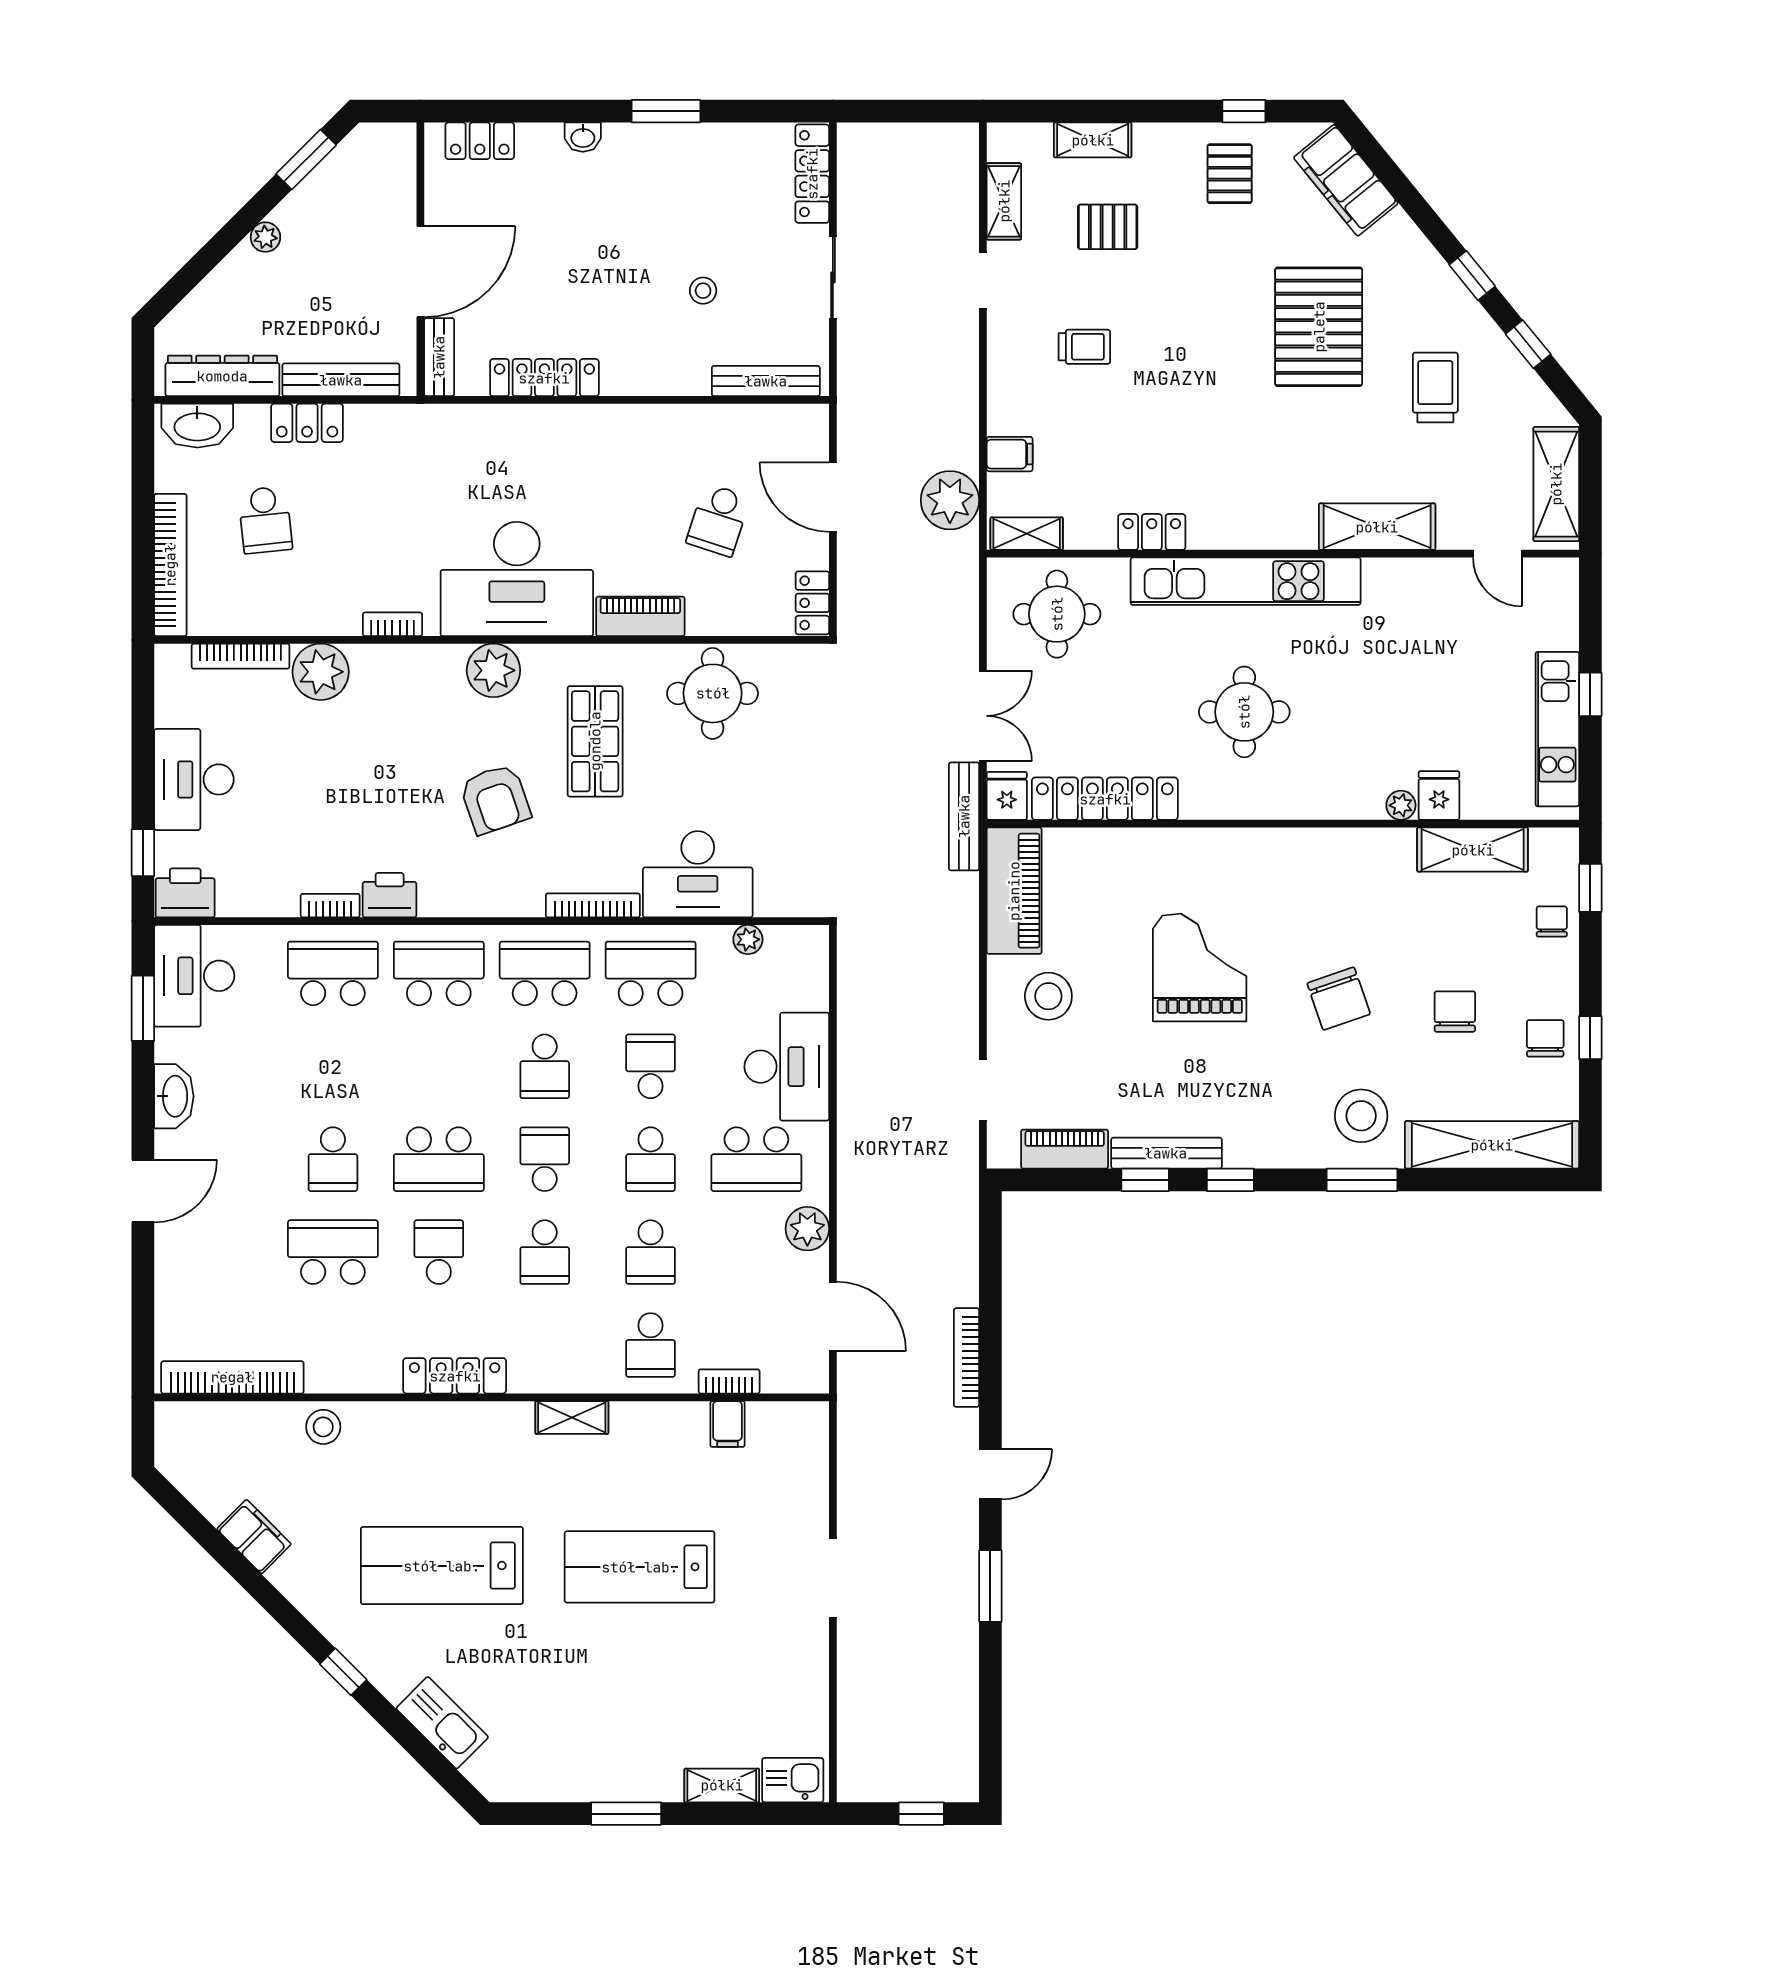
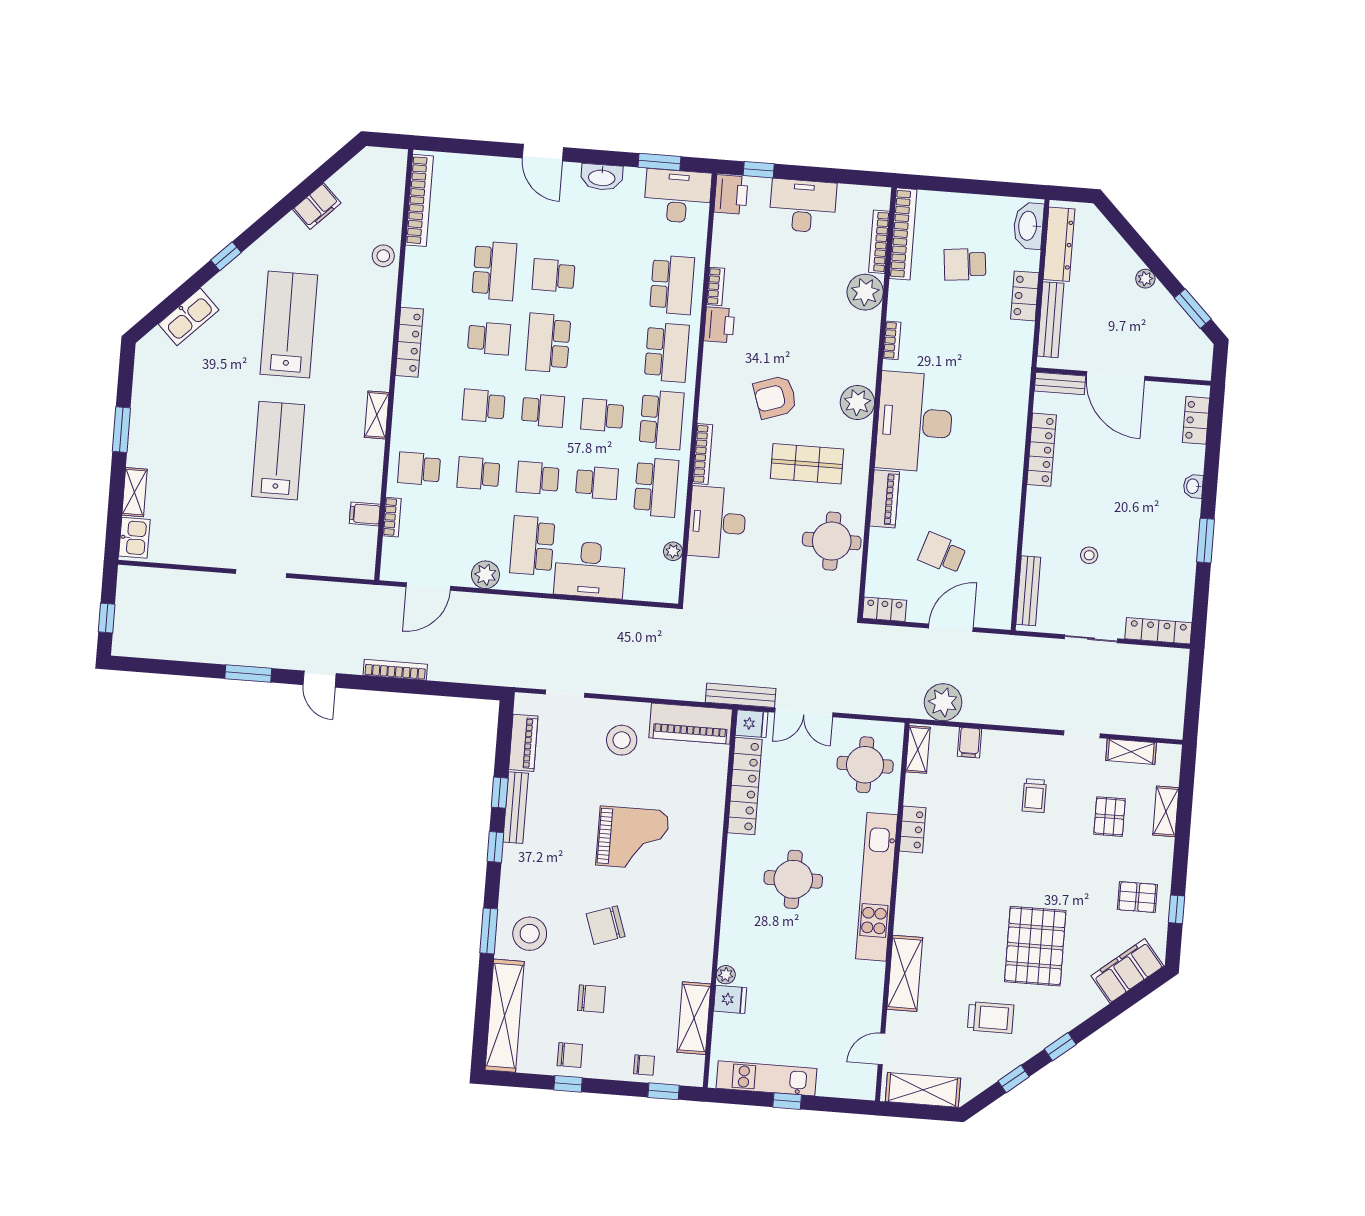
pallet: (1319, 327) -> (1035, 946), turned 90
bookcase: (170, 565) -> (903, 234), moved, turned -90

